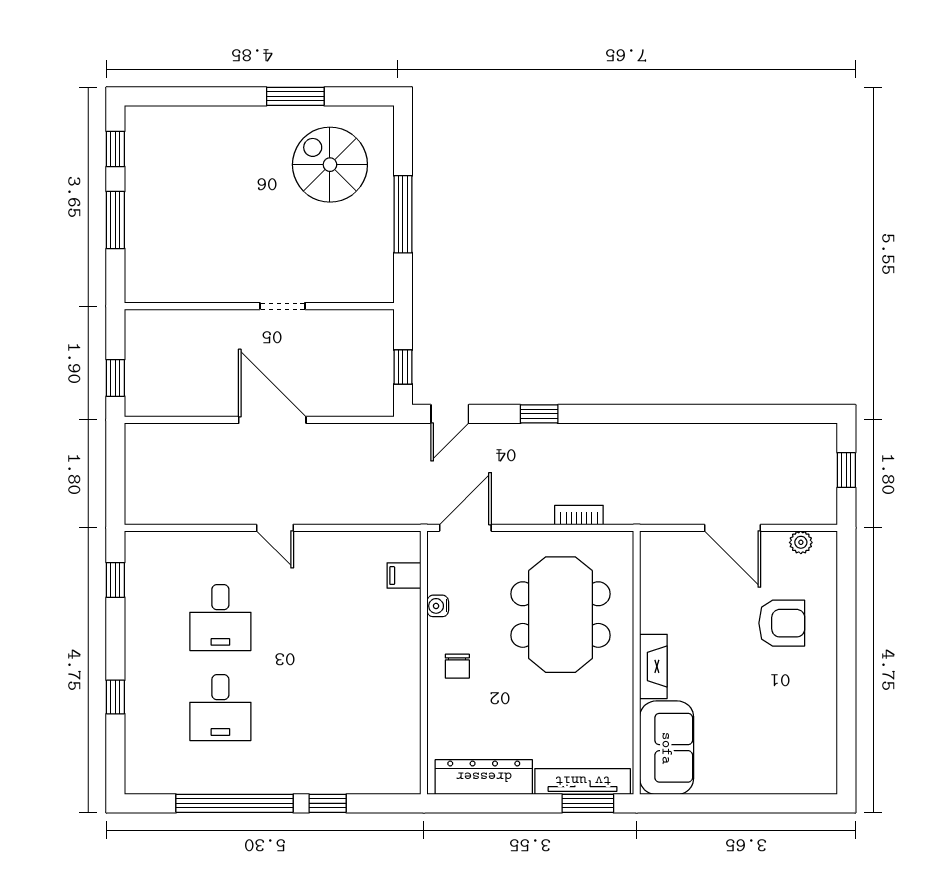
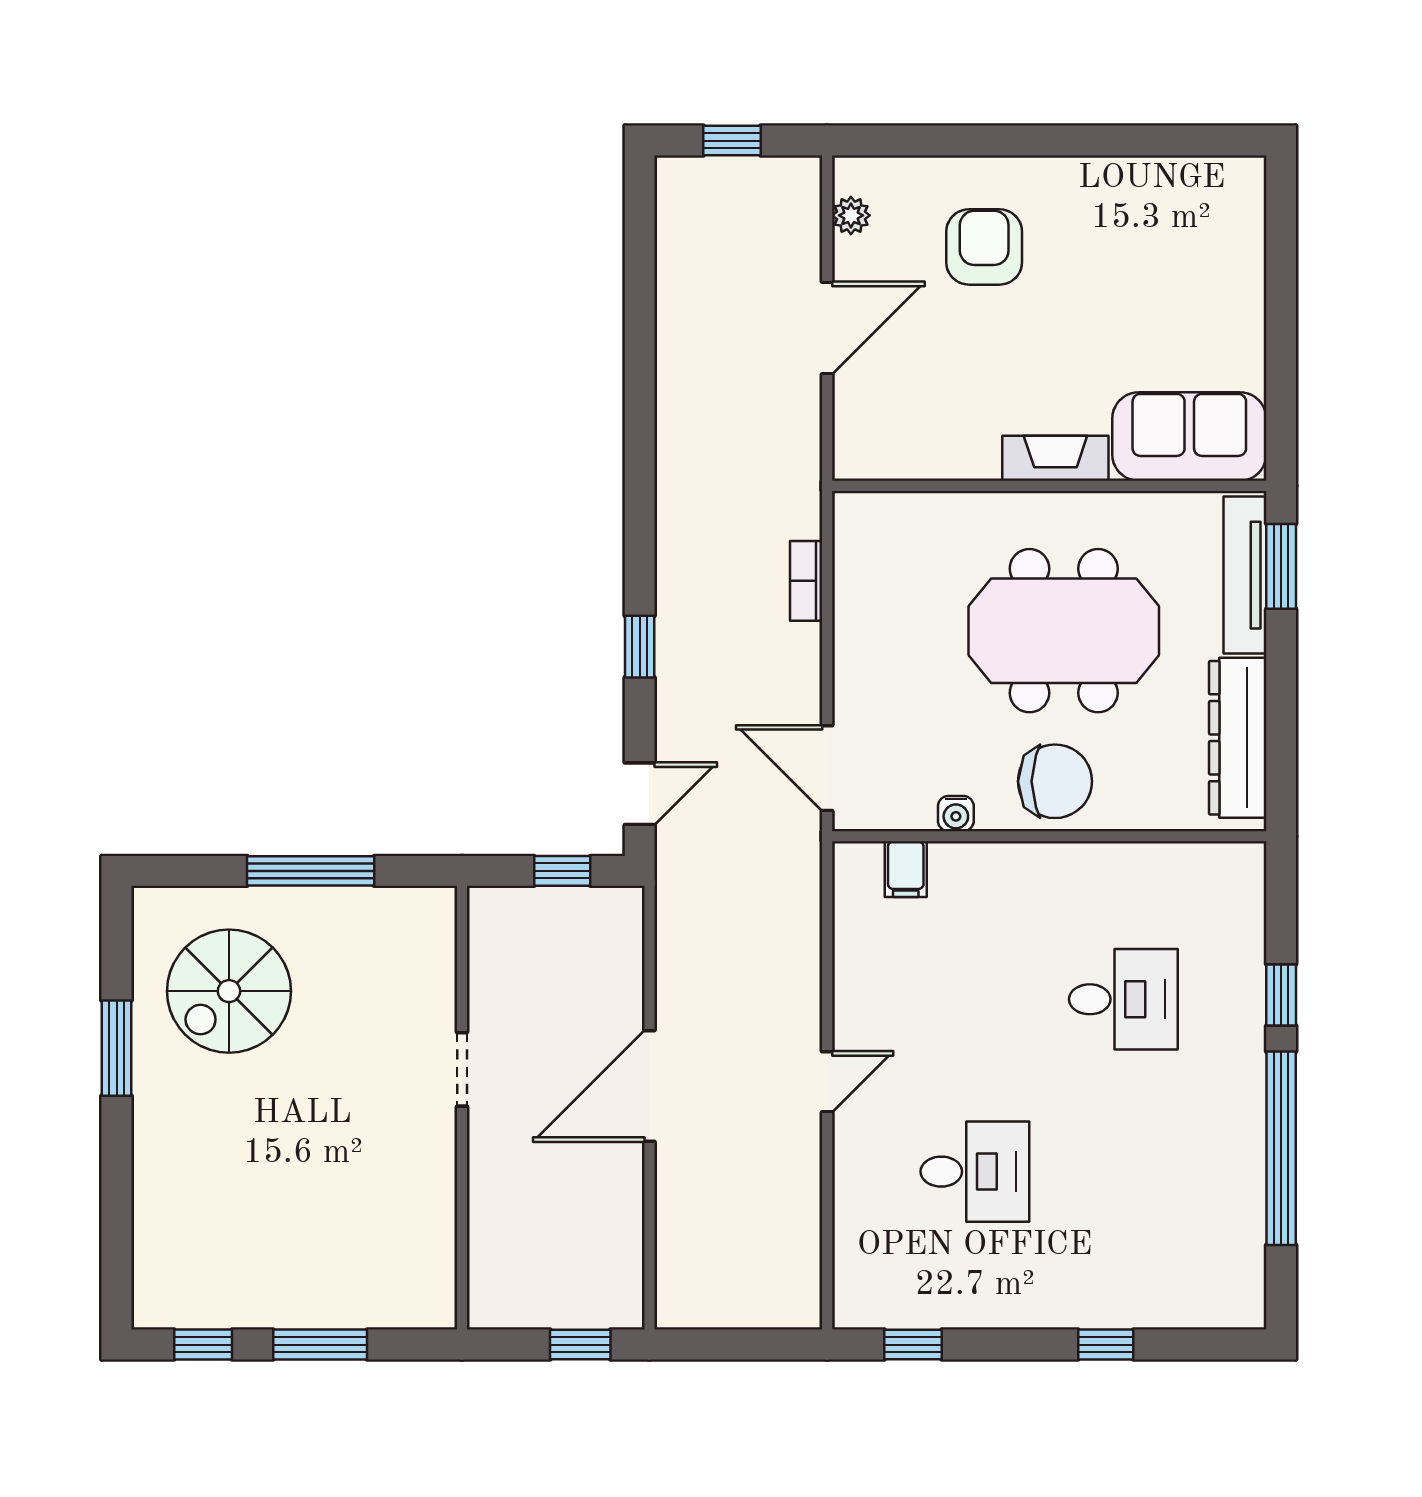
door: (450, 414) -> (640, 794), hinge flipped
meeting table: (561, 615) -> (1064, 631), moved
chair: (457, 666) -> (1055, 781), width x1.87, depth x1.87
desk: (220, 708) -> (1123, 999), moved

